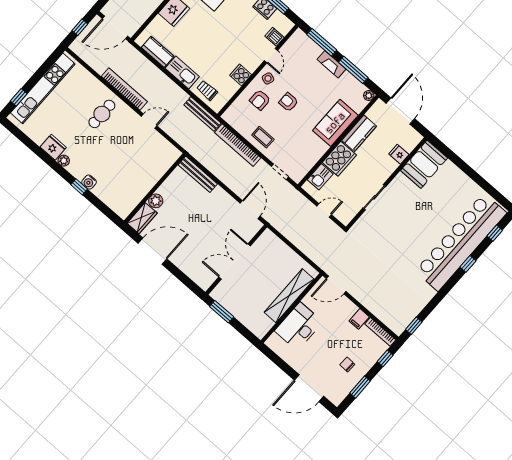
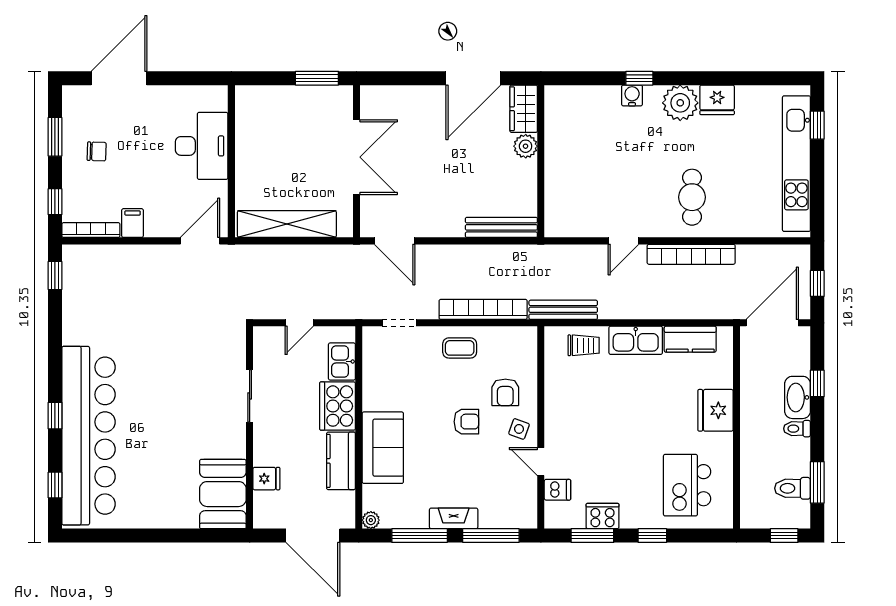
cooker: (241, 75) -> (558, 403), removed
armchair: (260, 100) -> (505, 392), turned 180
plant: (64, 161) -> (680, 103), width x1.88, depth x1.88
shelving: (289, 296) -> (287, 224), moved, turned 90

